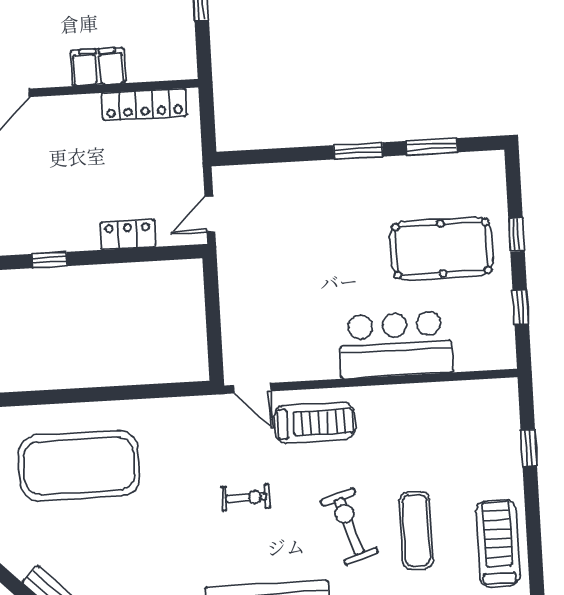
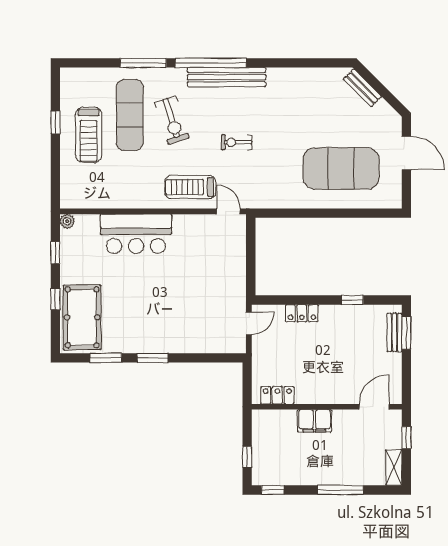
locker: (144, 104) -> (277, 395), width x0.66
pool table: (442, 248) -> (82, 317), moved, turned 90
plant: (505, 358) -> (67, 221), added
window: (529, 448) -> (55, 123), moved
exercise mat: (416, 531) -> (130, 115), width x1.36, depth x1.45
treadmill: (498, 543) -> (89, 135), moved

